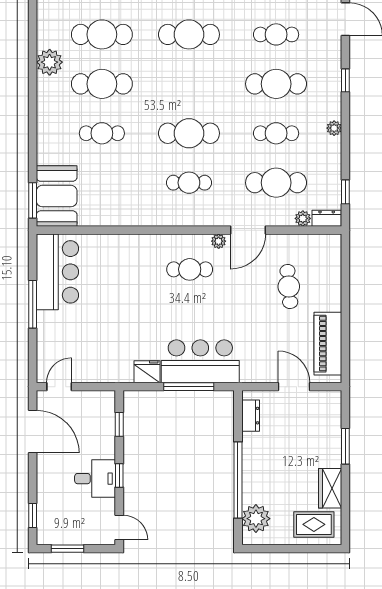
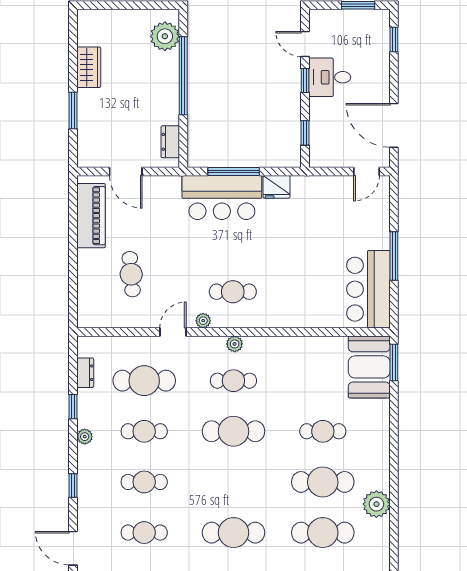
cafe table: (276, 84) -> (144, 482), width x0.73, depth x0.74
window: (345, 192) -> (73, 407), moved
plant: (303, 218) -> (235, 344), moved
dresser: (327, 218) -> (85, 373), moved, turned -90
door: (248, 230) -> (173, 332), width x0.73
rug: (314, 524) -> (105, 30), removed
door: (119, 528) -> (305, 44), moved

